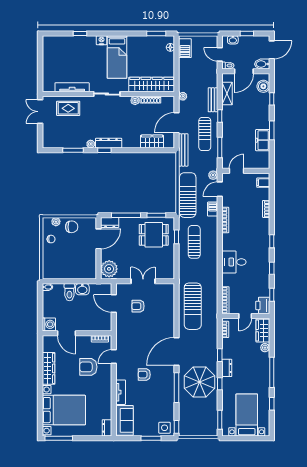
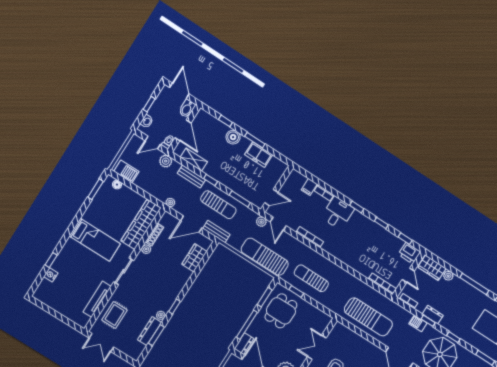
nightstand: (101, 40) -> (51, 275), moved
plant: (212, 73) -> (166, 161), added
boiler: (263, 86) -> (233, 137), moved
door: (176, 123) -> (191, 224), hinge flipped
dresser: (109, 143) -> (150, 331), moved
bench: (183, 150) -> (216, 232), width x0.73
door: (236, 171) -> (271, 197), swing flipped
filing cabinet: (263, 183) -> (309, 187), moved
barbecue: (213, 209) -> (418, 323), moved
desk: (234, 262) -> (338, 213), moved, turned 180
dresser: (227, 368) -> (433, 315), moved

